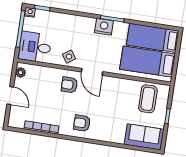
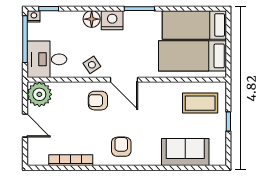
floor lamp: (74, 21) -> (92, 19), added
nightstand: (104, 27) -> (112, 20), moved
plant: (21, 72) -> (39, 94), width x1.88, depth x1.88
coffee table: (148, 99) -> (200, 103), turned 90
armchair: (82, 123) -> (121, 147), turned 90
sofa: (144, 137) -> (185, 152), moved

